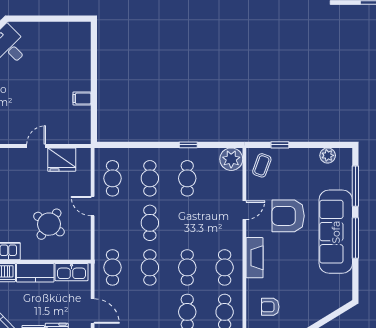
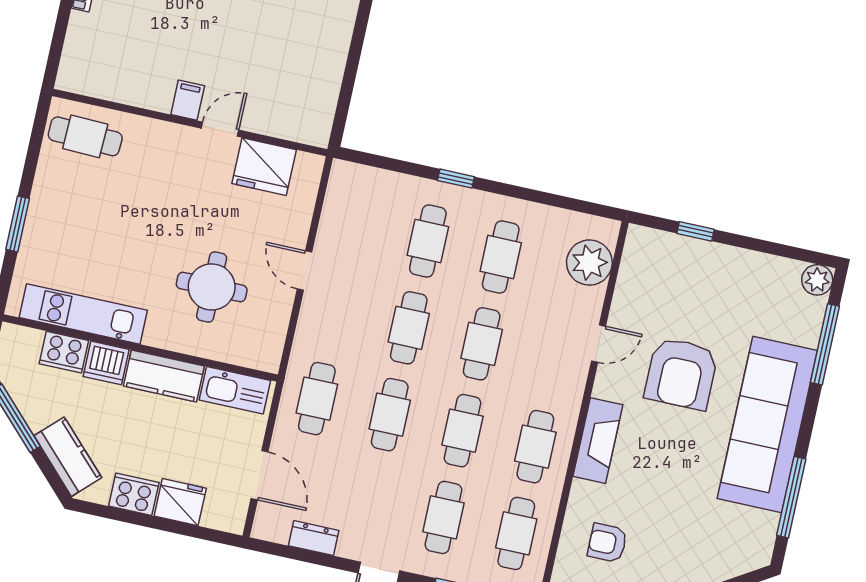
filing cabinet: (82, 99) -> (188, 100), moved, turned 90
window: (188, 145) -> (456, 179), moved
plant: (328, 155) -> (817, 280), moved
plant: (231, 159) -> (589, 263), moved
coffee table: (262, 165) -> (652, 264), removed
cafe table: (112, 178) -> (482, 344), moved
armchair: (288, 216) -> (681, 373), turned -90
round table: (49, 224) -> (212, 287), turned -35
window: (355, 238) -> (791, 497), moved

